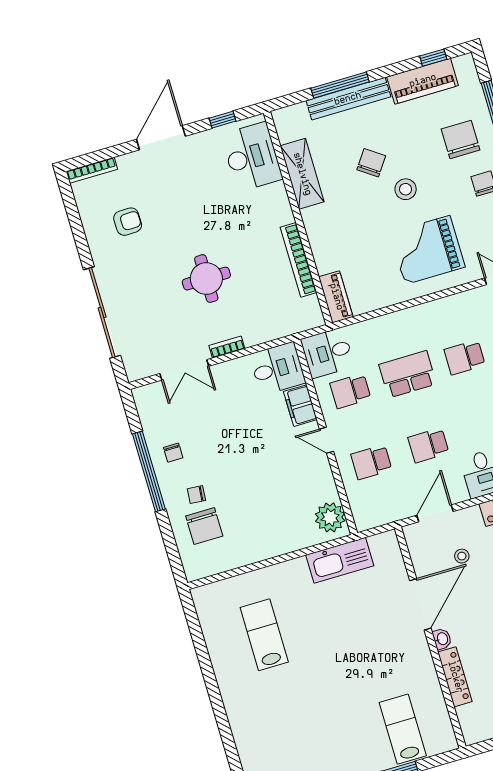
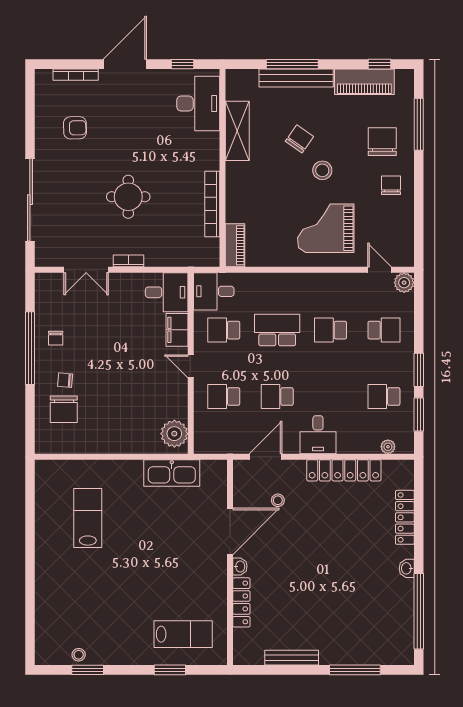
bookcase: (92, 170) -> (76, 75), moved
lab bench: (403, 729) -> (183, 634), turned 90

